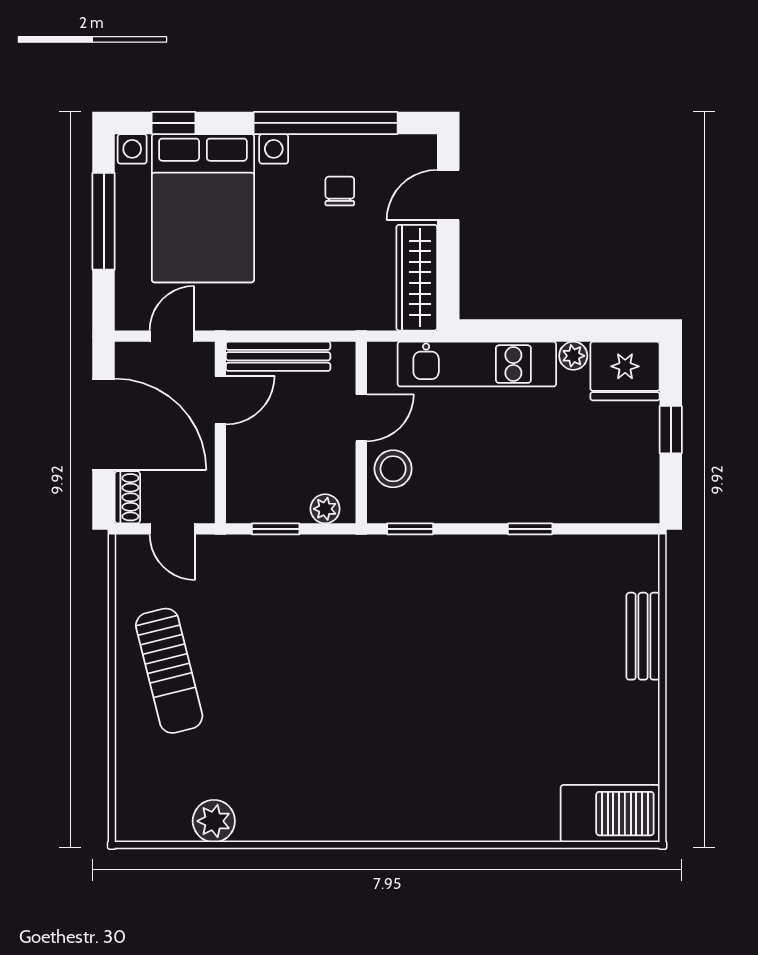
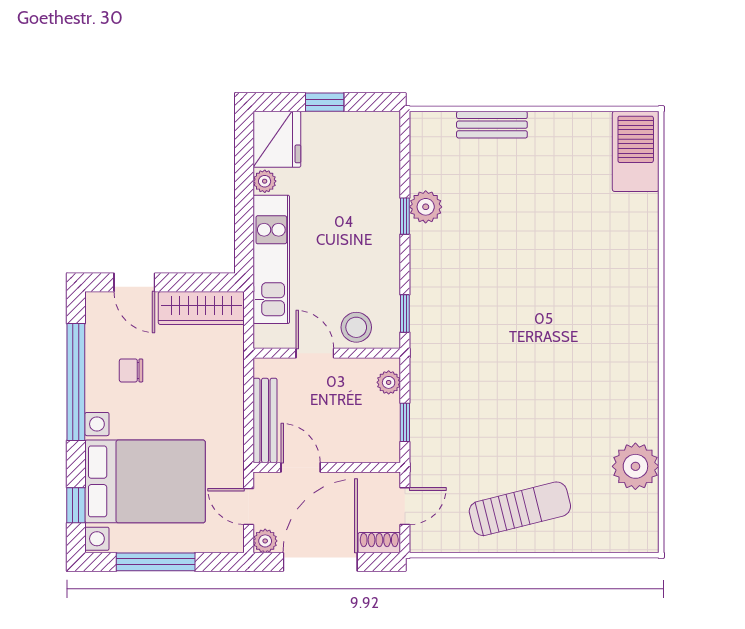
plant: (129, 356) -> (265, 541), added
plant: (542, 554) -> (426, 207), added
plant: (214, 821) -> (635, 466), width x1.36, depth x1.36

